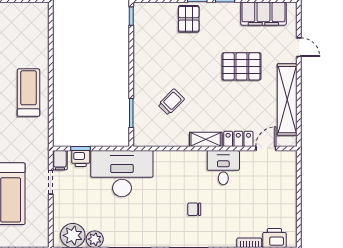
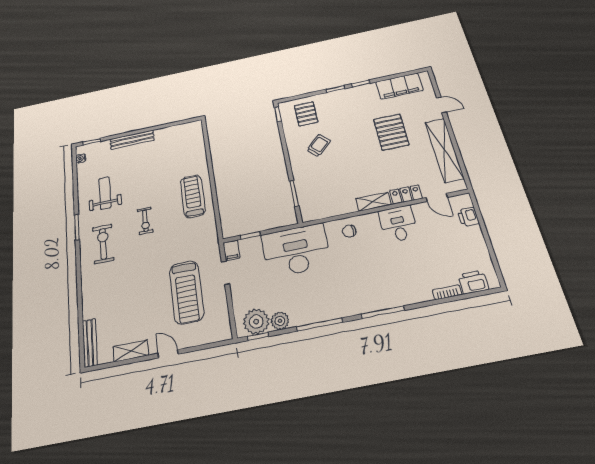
pallet: (189, 19) -> (306, 114), moved
pallet: (241, 66) -> (391, 132), turned 90
trolley: (171, 102) -> (319, 146), moved
door: (266, 148) -> (437, 197), swing flipped
printer: (81, 159) -> (468, 217), moved, turned 90
chair: (194, 209) -> (349, 231), moved

